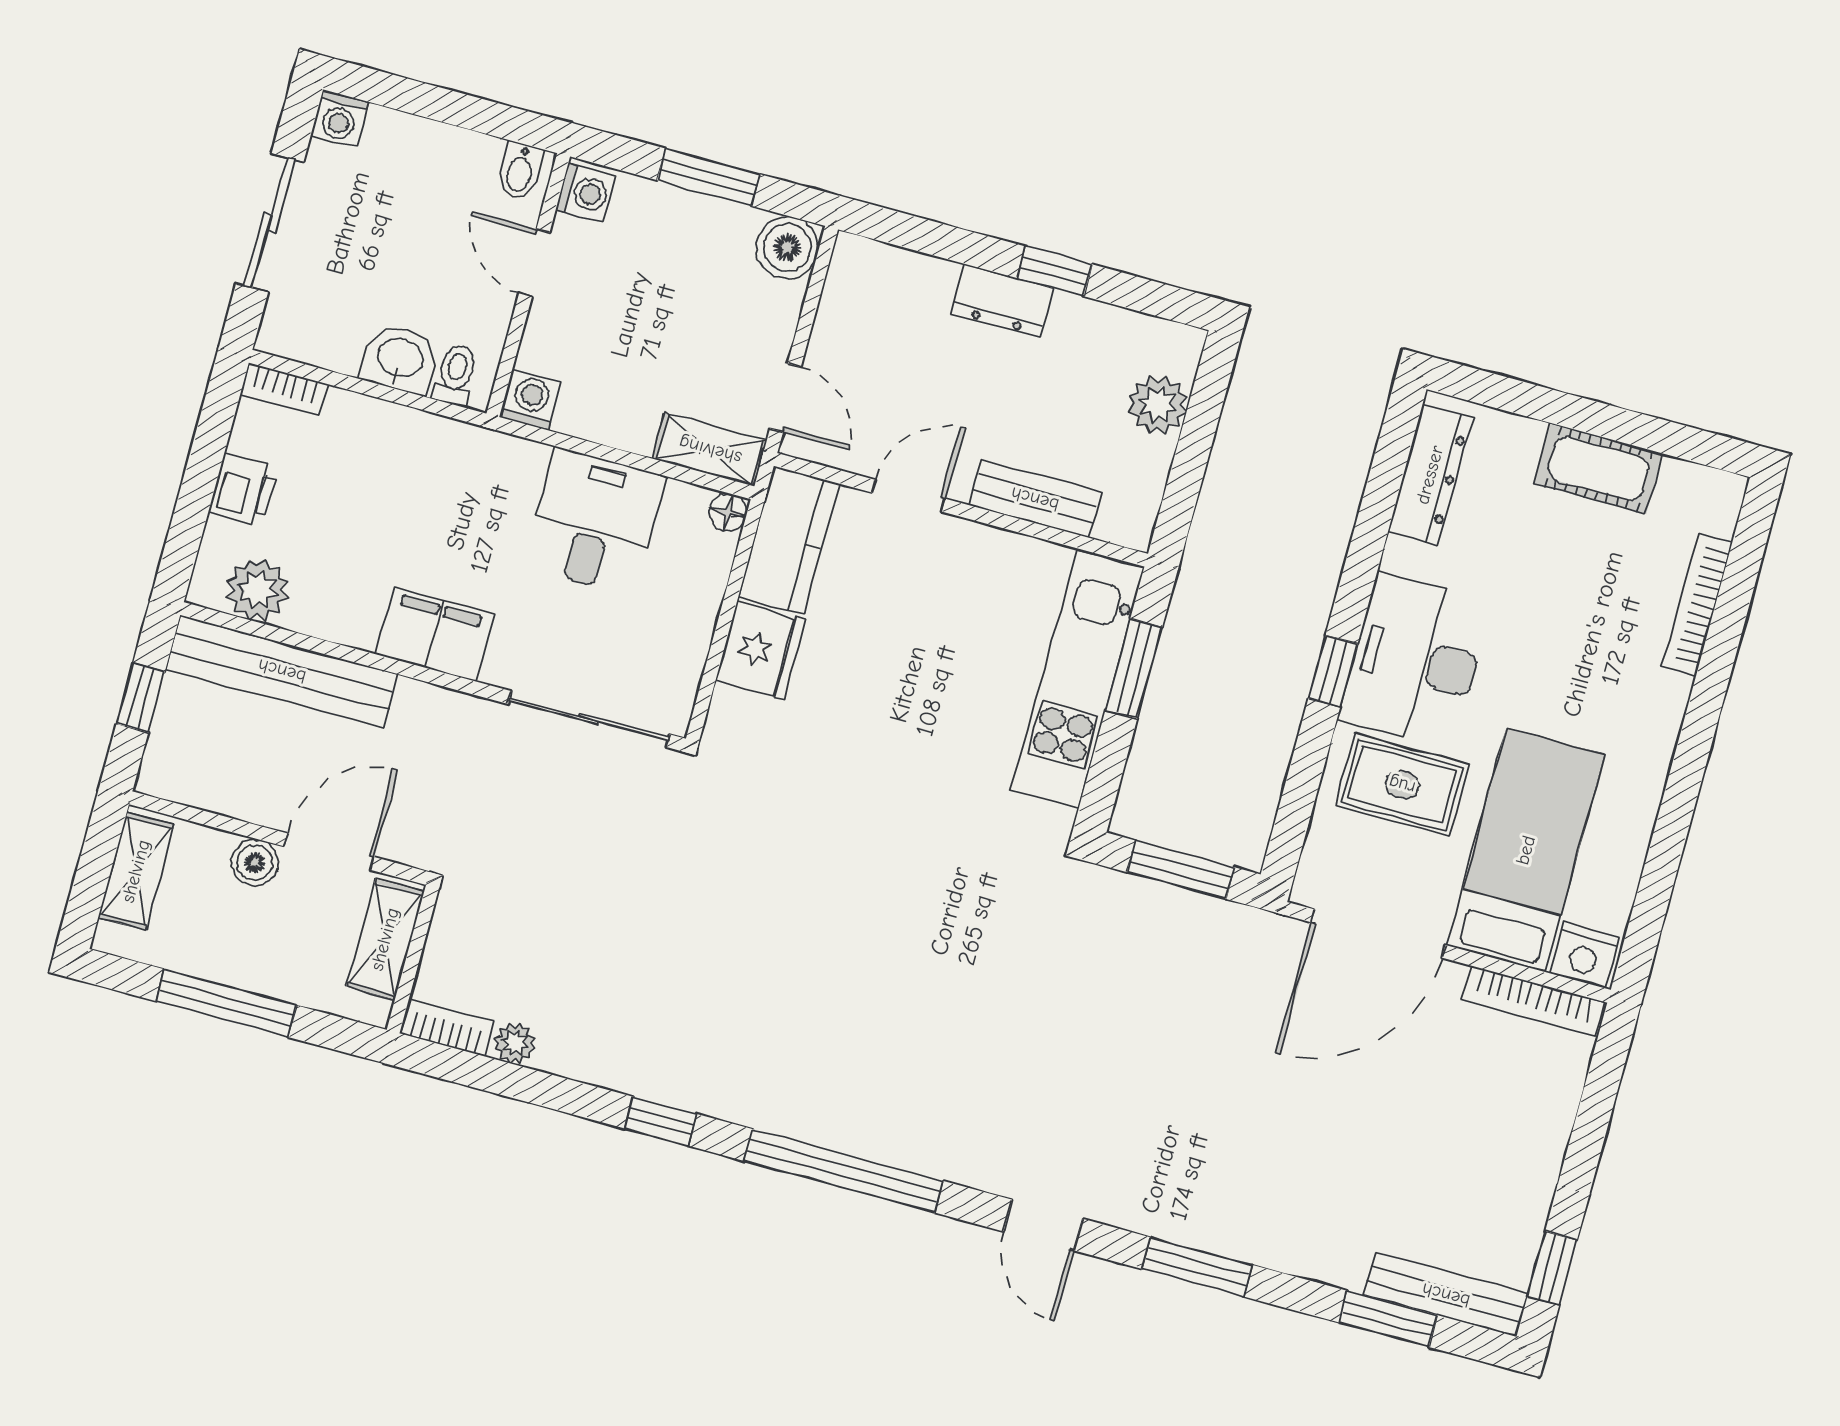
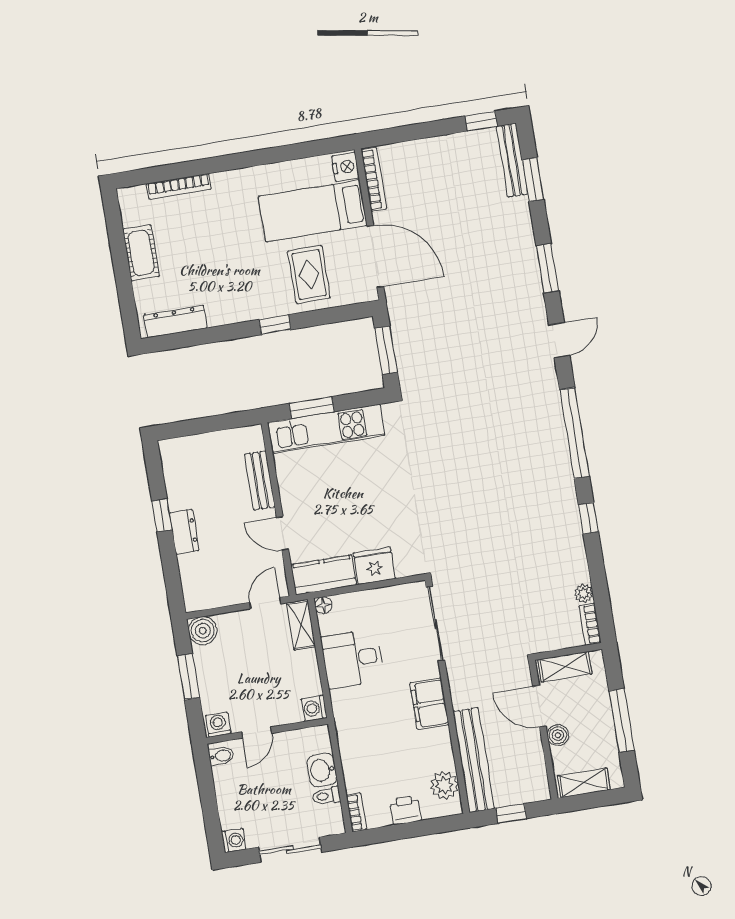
toilet: (456, 375) -> (326, 796), moved
plant: (1158, 405) -> (198, 448), removed
desk: (1415, 661) -> (255, 292), removed

